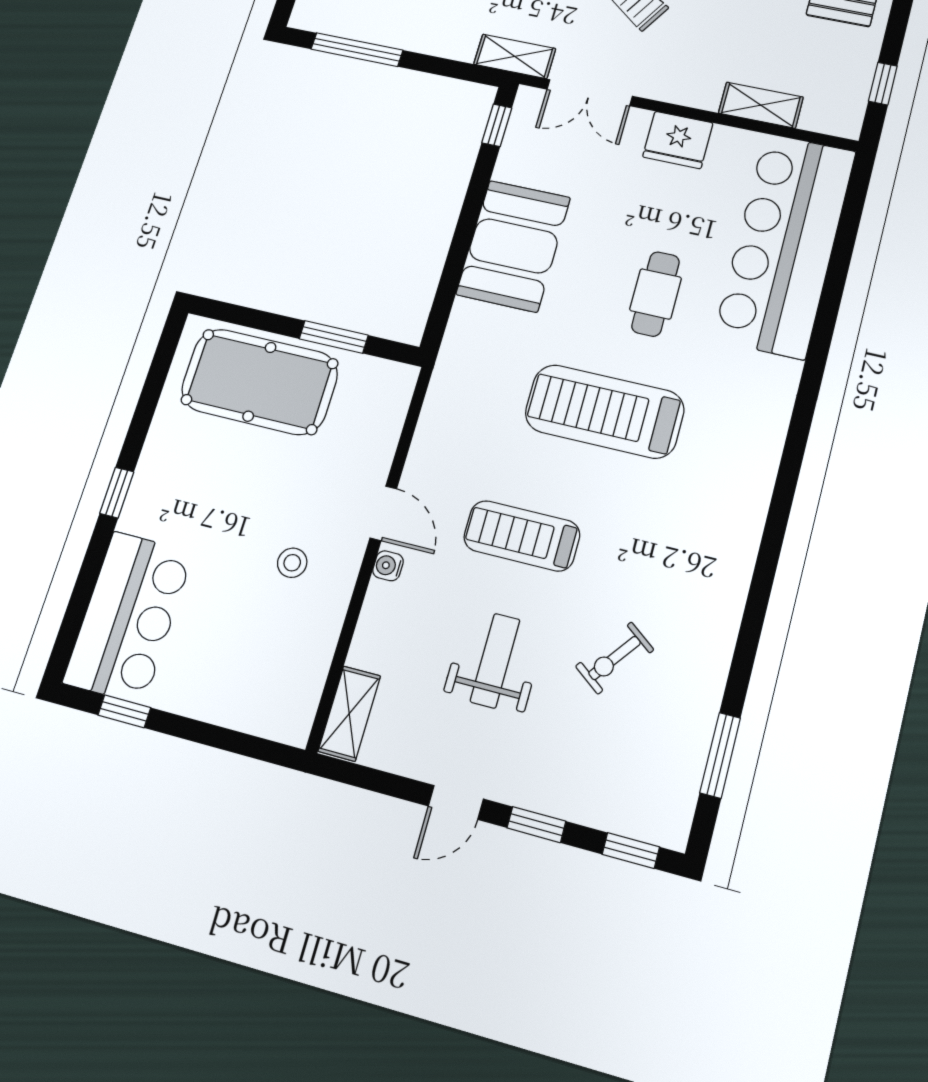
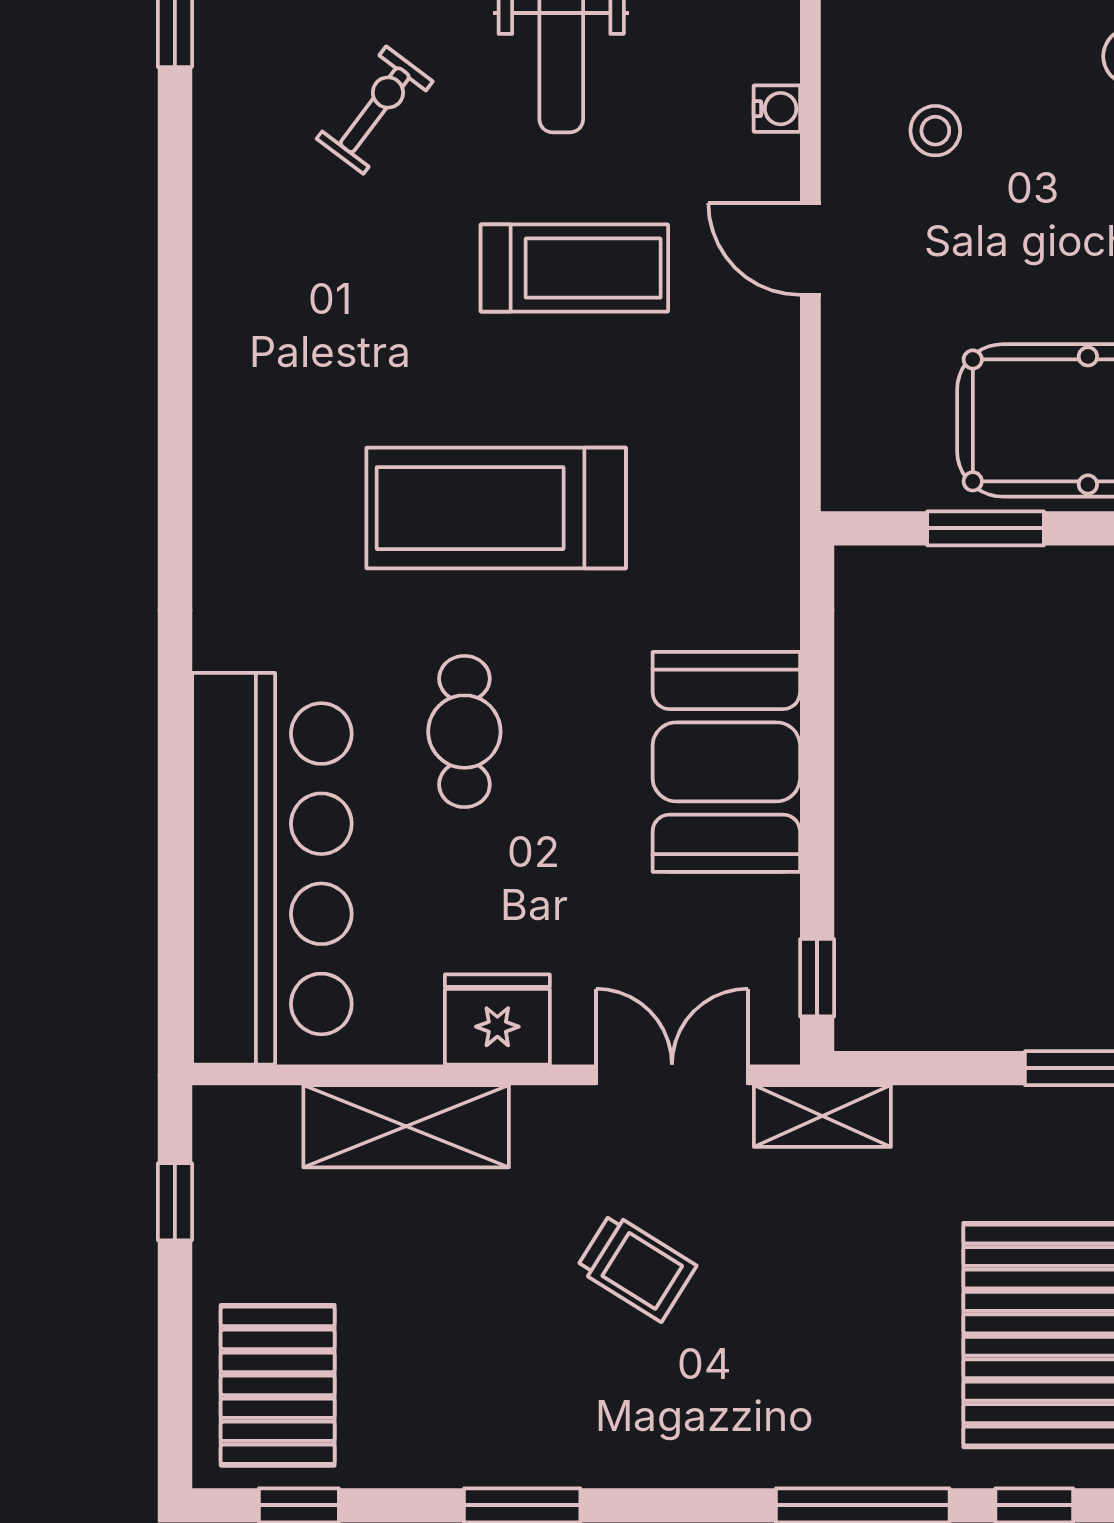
shelving: (761, 105) -> (406, 1126), width x1.50, depth x1.33
treadmill: (604, 411) -> (496, 508), turned 180
water cooler: (388, 566) -> (777, 109), moved

